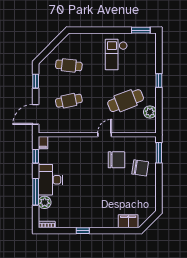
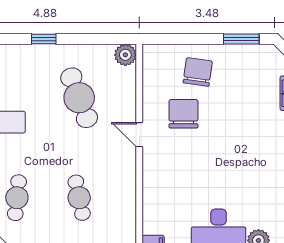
plant: (150, 112) -> (125, 55), moved
window: (159, 153) -> (241, 39), moved

